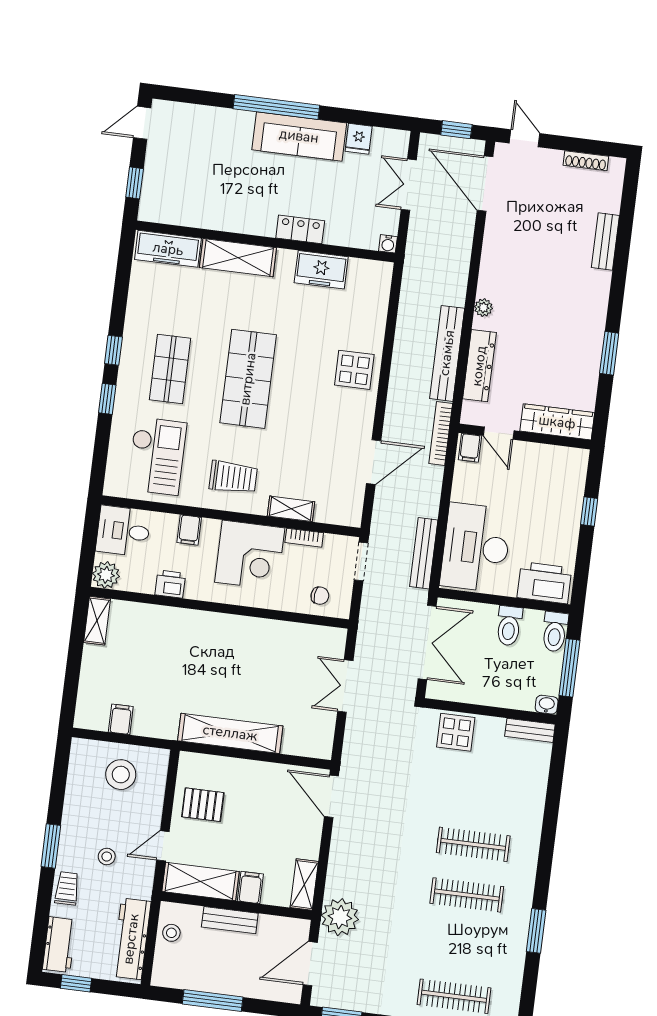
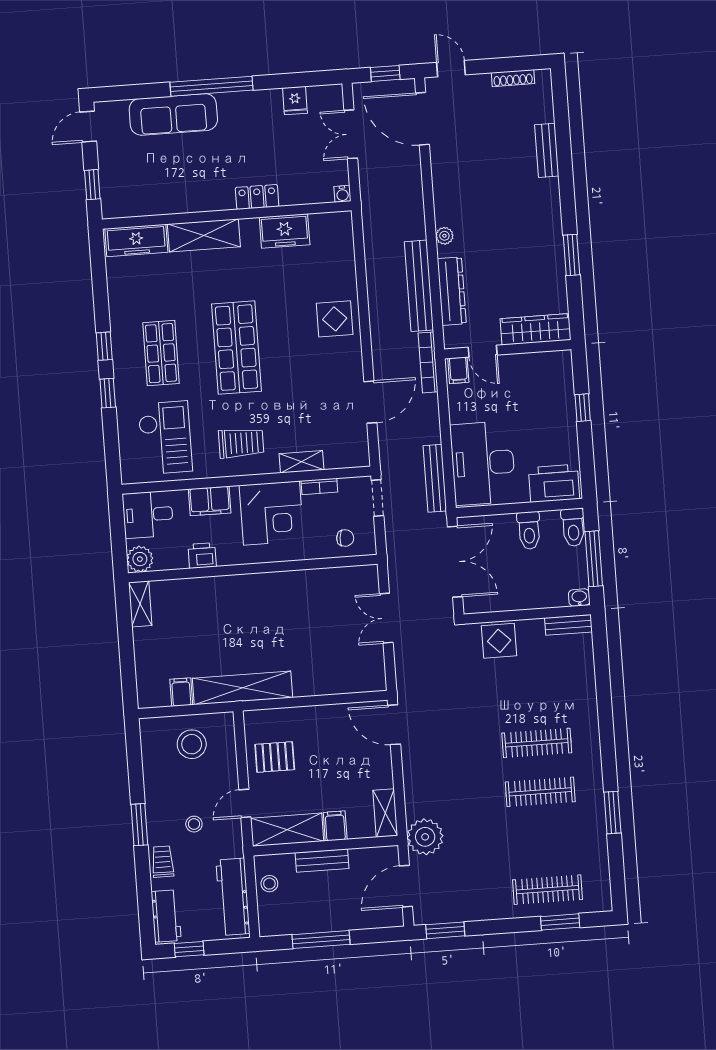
sofa: (299, 136) -> (173, 114), moved
filing cabinet: (189, 530) -> (210, 501), width x2.00
shelving: (230, 733) -> (242, 688), moved

